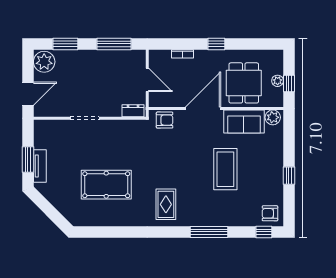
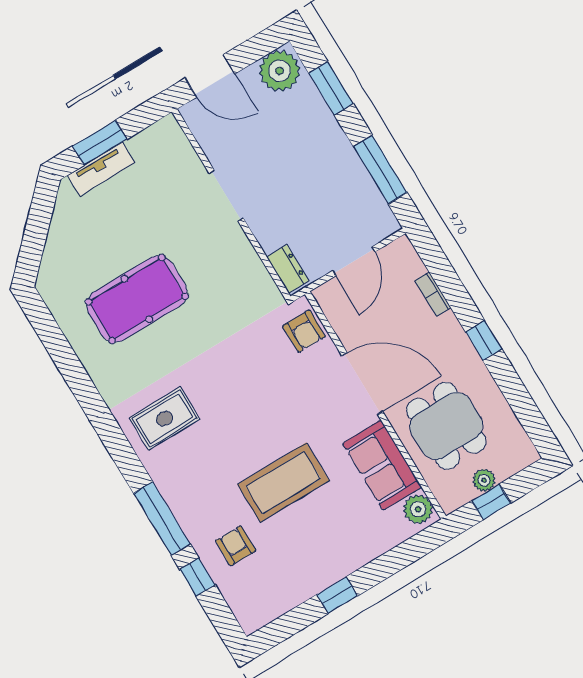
dining table: (244, 83) -> (446, 426), turned 90
pool table: (106, 185) -> (137, 299), turned 90
armchair: (270, 213) -> (236, 546), moved
window: (264, 232) -> (197, 577), moved

